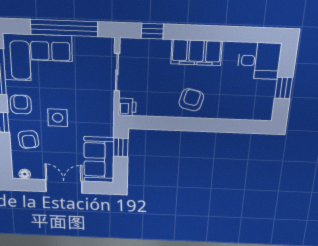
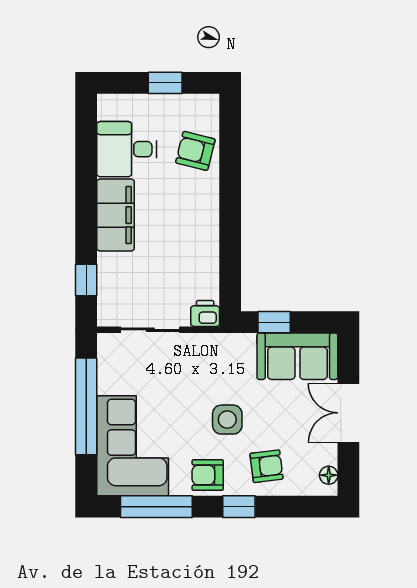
desk: (259, 61) -> (127, 149), moved, turned -90
armchair: (191, 100) -> (195, 151), moved

